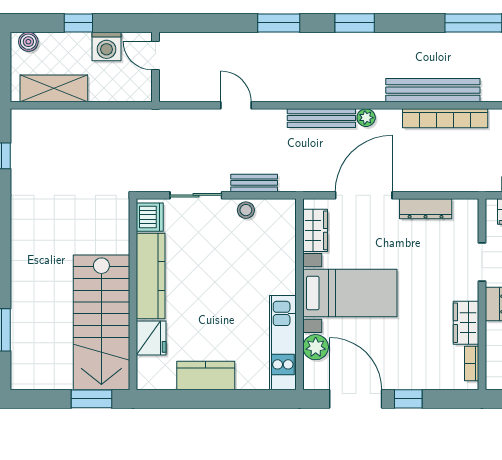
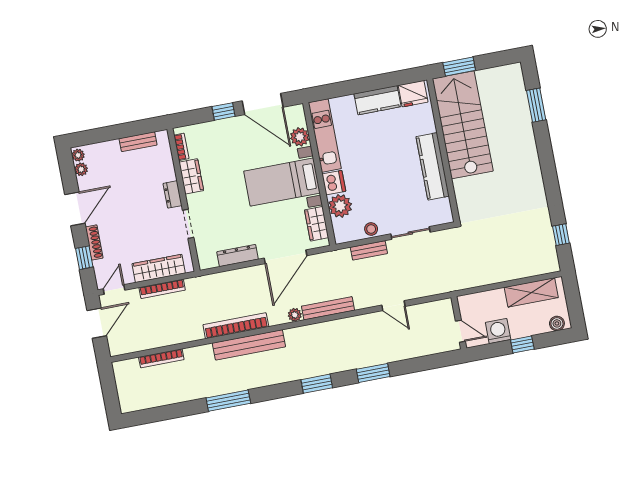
dishwasher: (150, 217) -> (334, 183), moved, turned 180
plant: (280, 248) -> (340, 206), added
fridge: (151, 338) -> (413, 94), moved, turned -90

